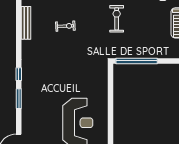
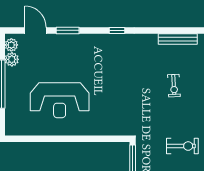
window: (19, 99) -> (68, 30), moved

